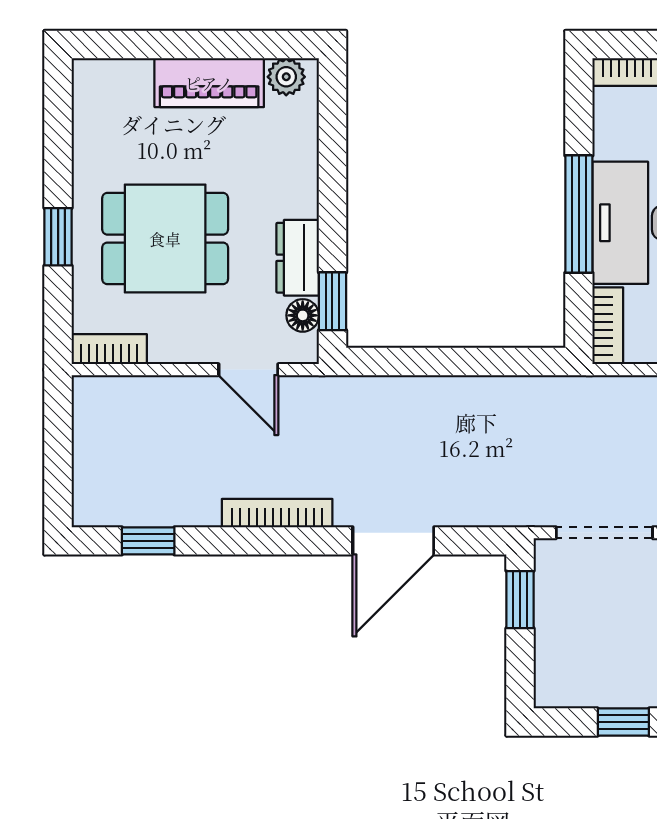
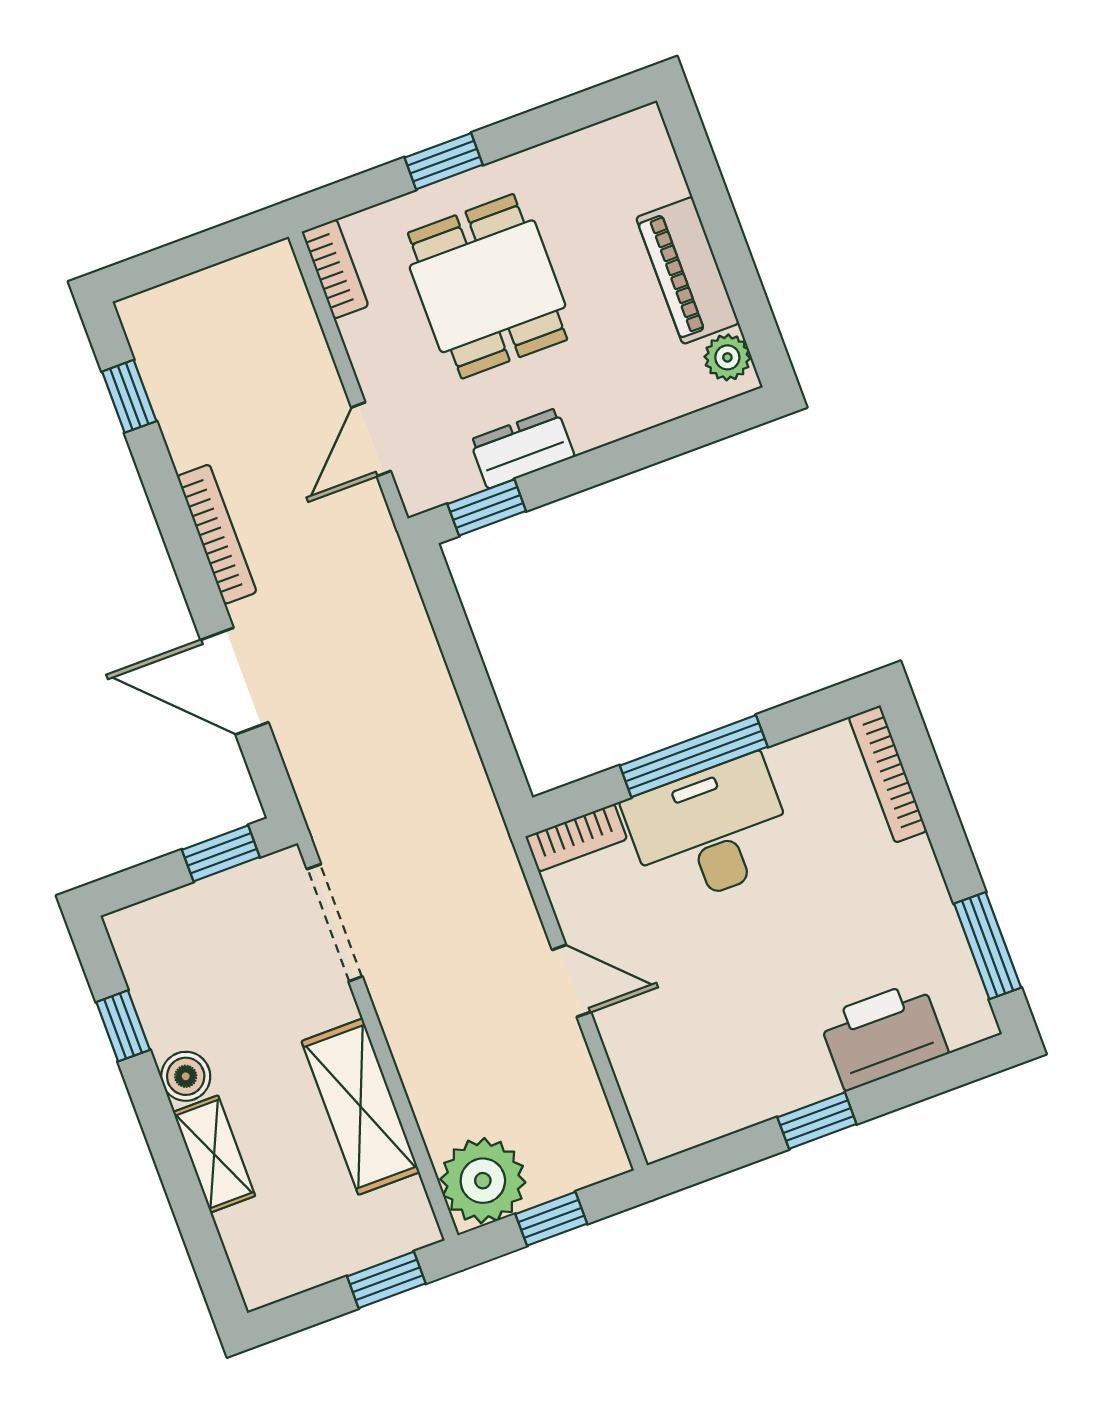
floor lamp: (303, 315) -> (457, 479), removed

